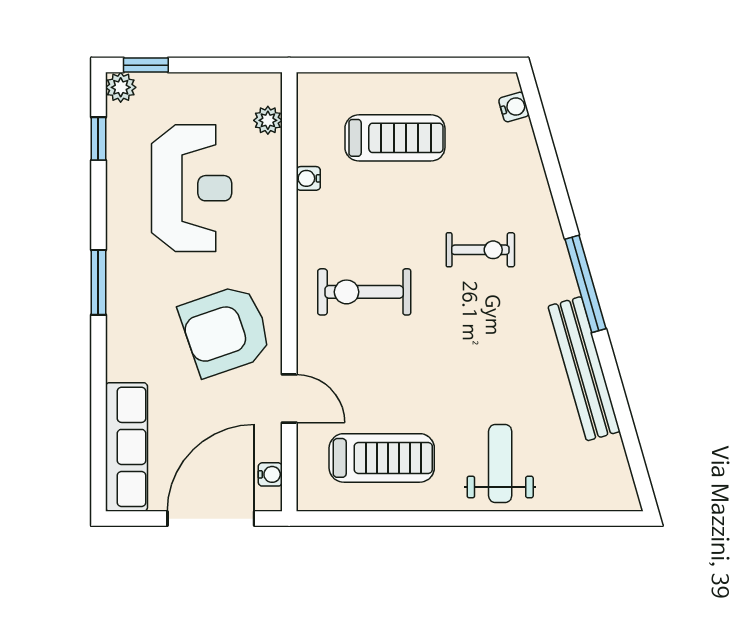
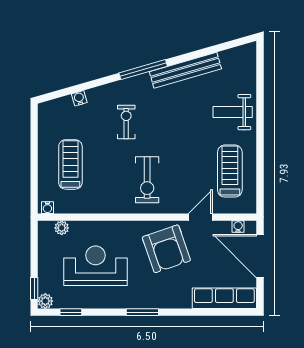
water cooler: (514, 107) -> (79, 98), moved
water cooler: (308, 178) -> (47, 208), moved

